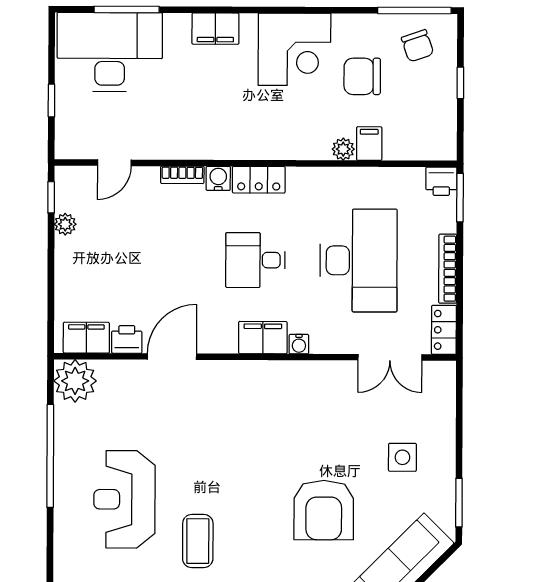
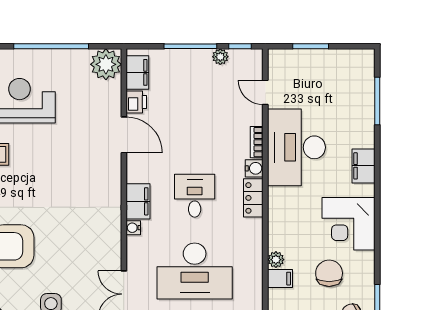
desk: (110, 52) -> (296, 147), moved, turned 180
window: (51, 100) -> (311, 46), width x1.50
window: (51, 265) -> (190, 46), added

